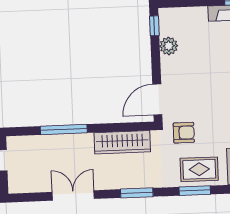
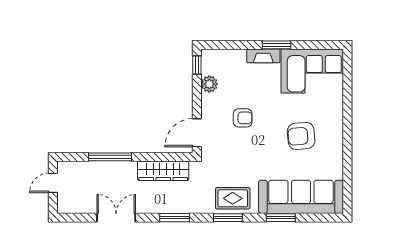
armchair: (184, 133) -> (243, 118), moved

